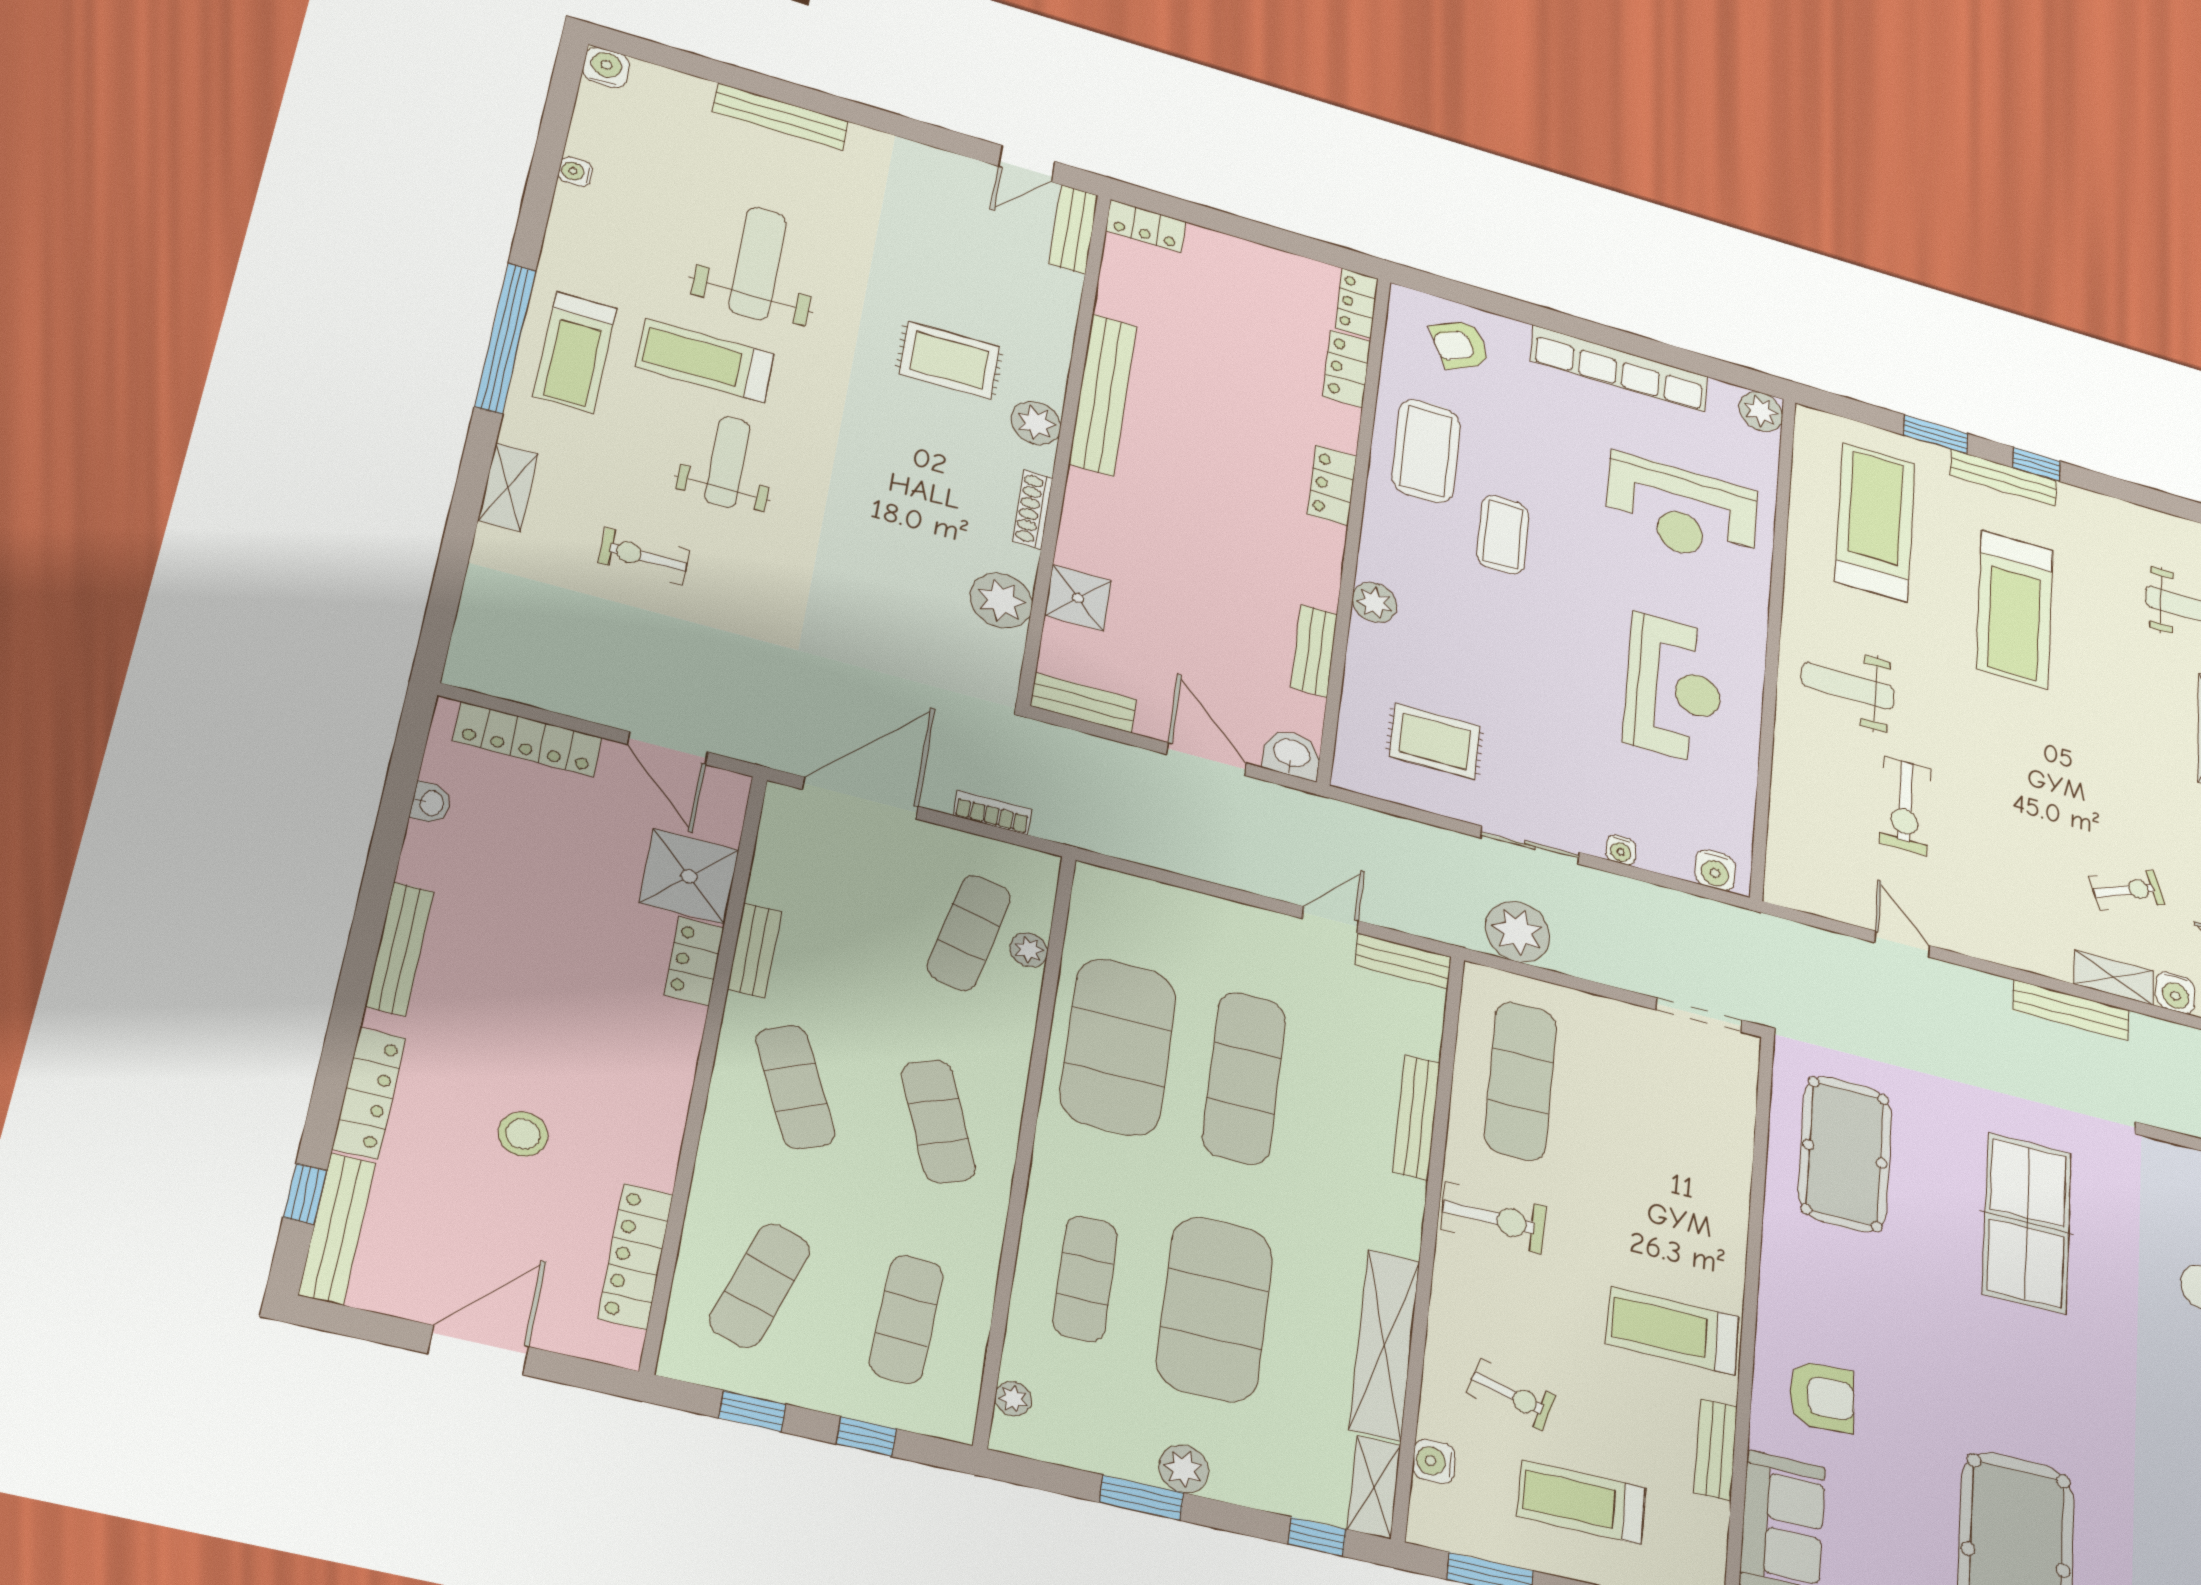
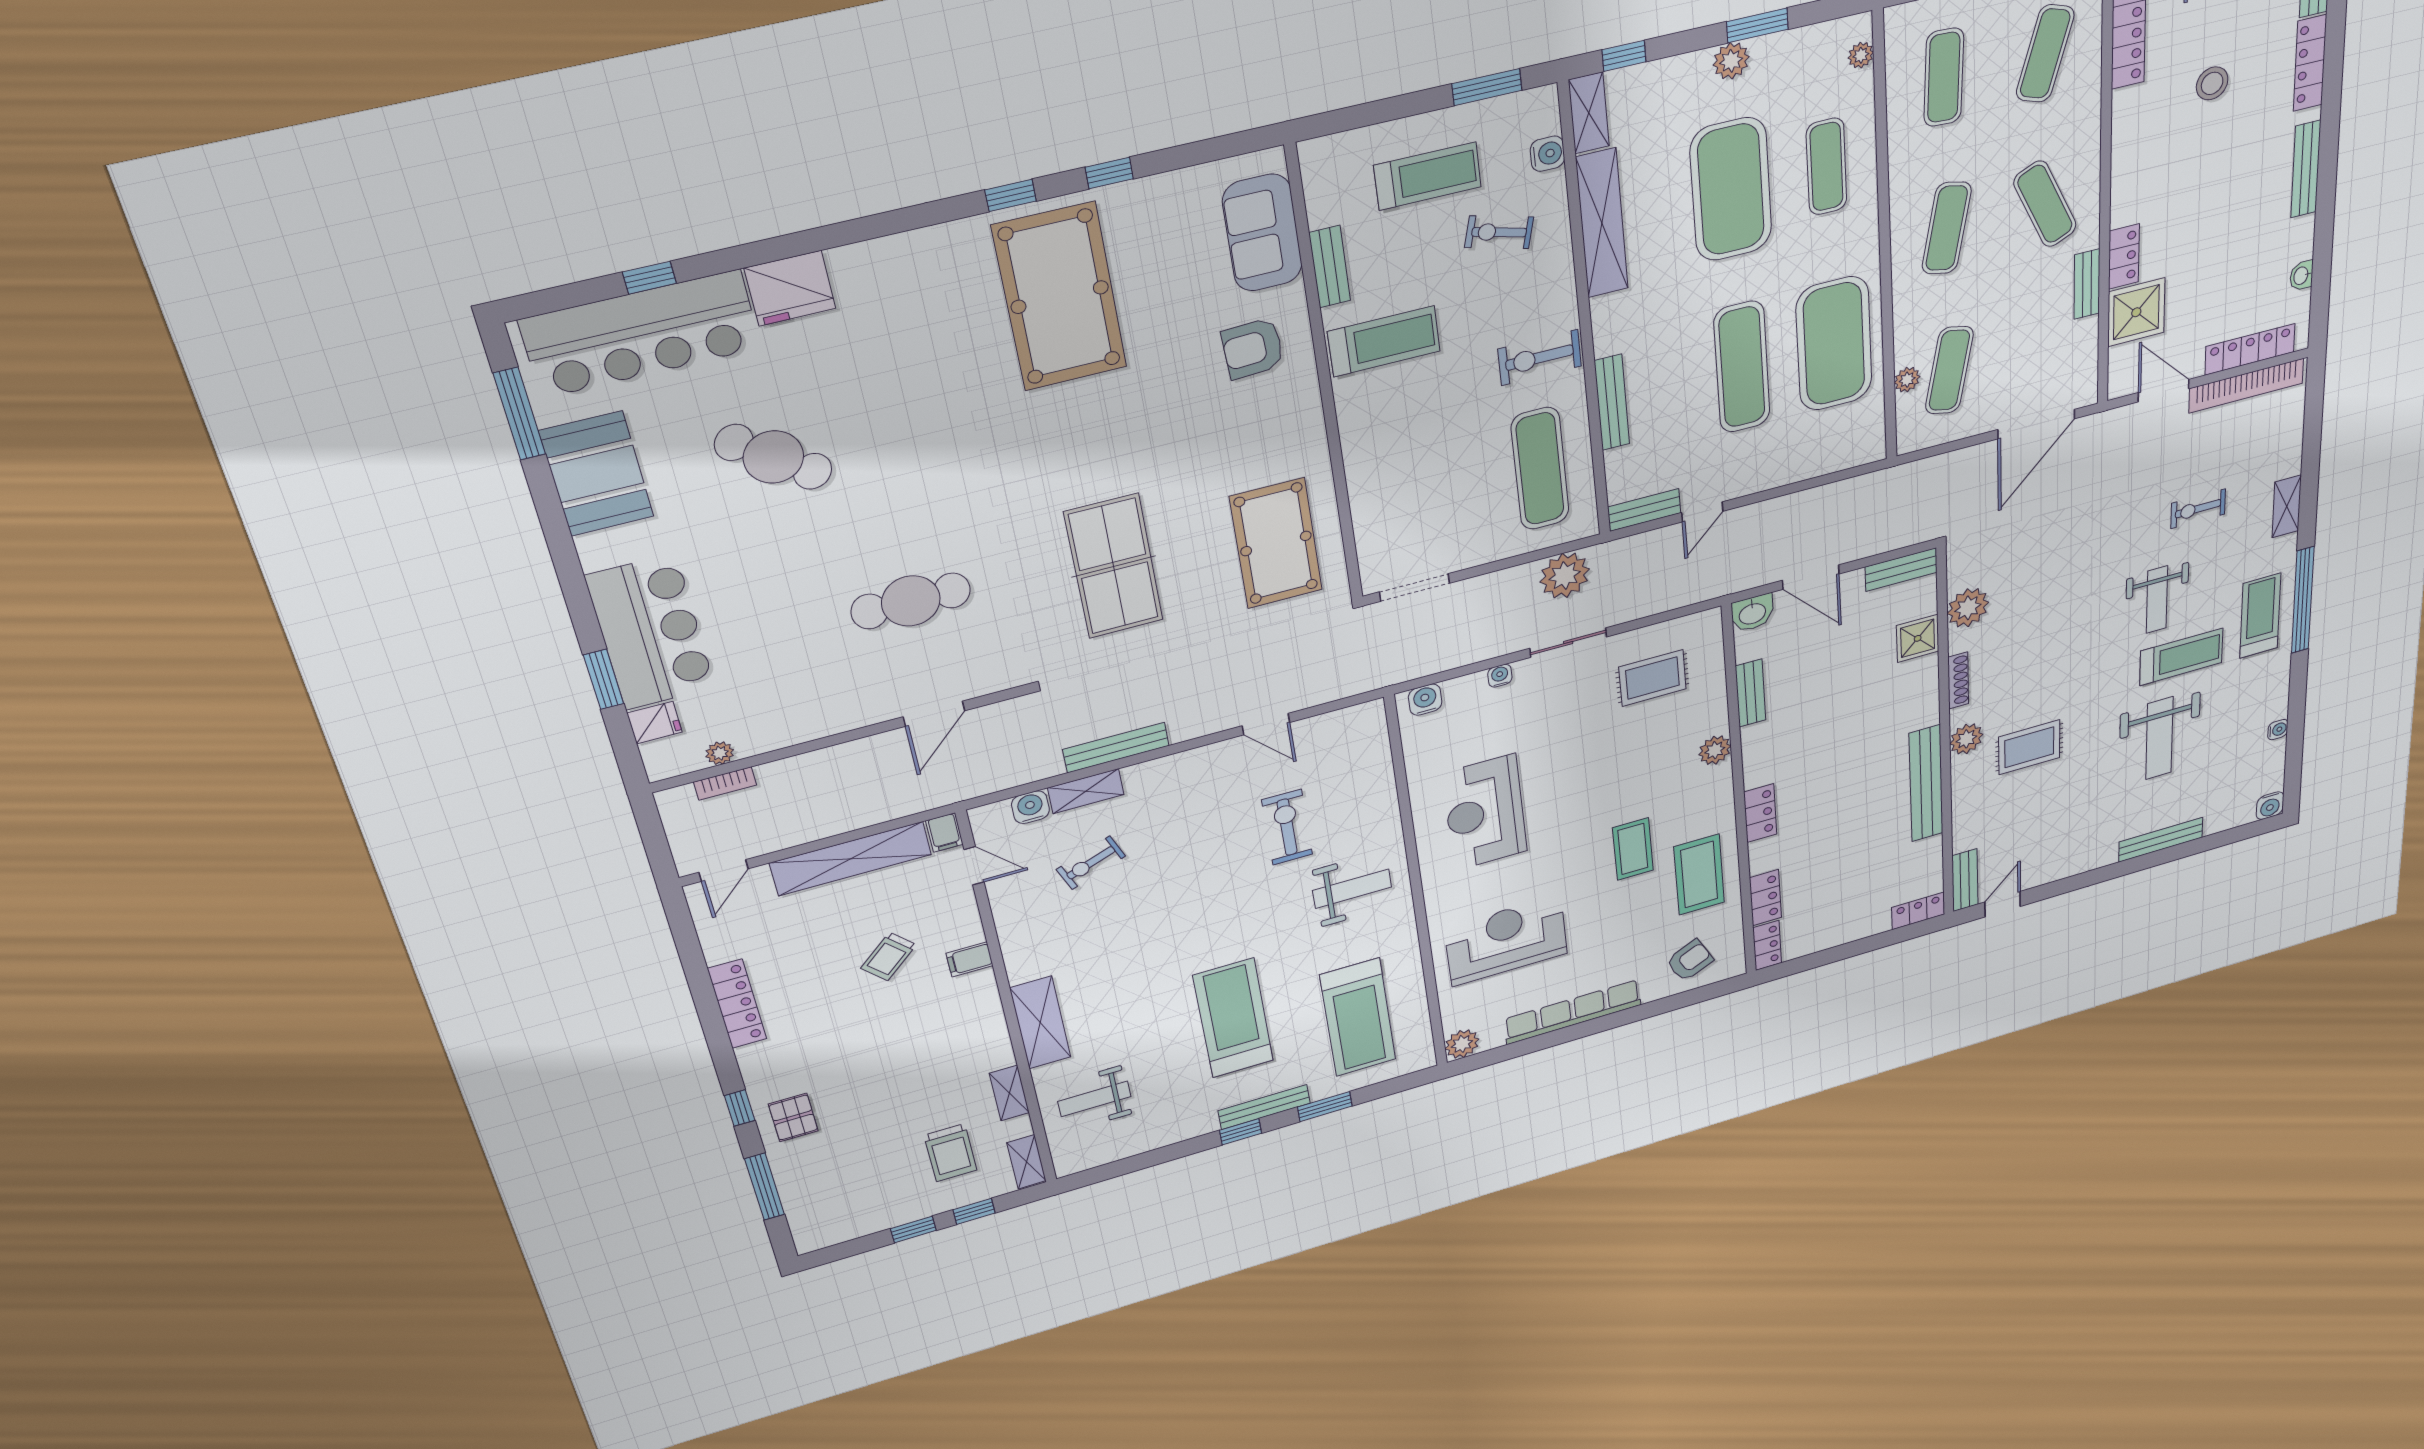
exercise bike: (644, 556) -> (2198, 509), turned 180
bookcase: (992, 812) -> (2246, 386), moved, width x2.31, depth x1.31
exercise mat: (938, 1122) -> (1947, 228), turned 33

